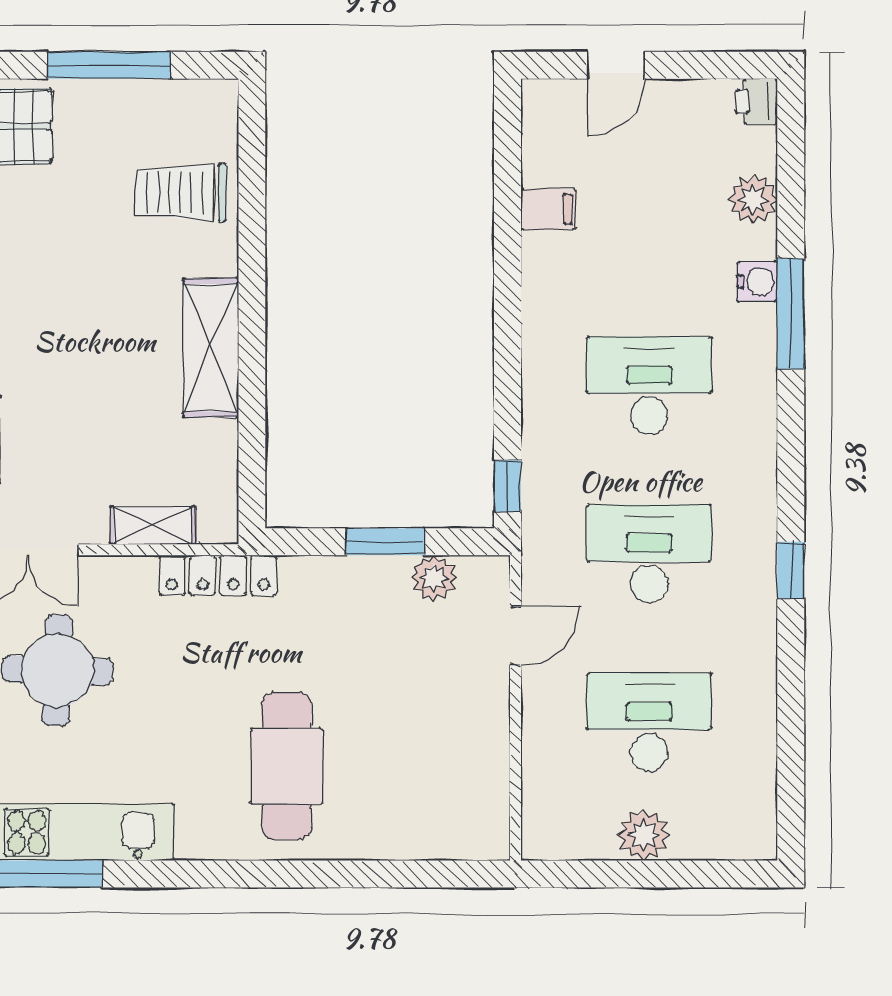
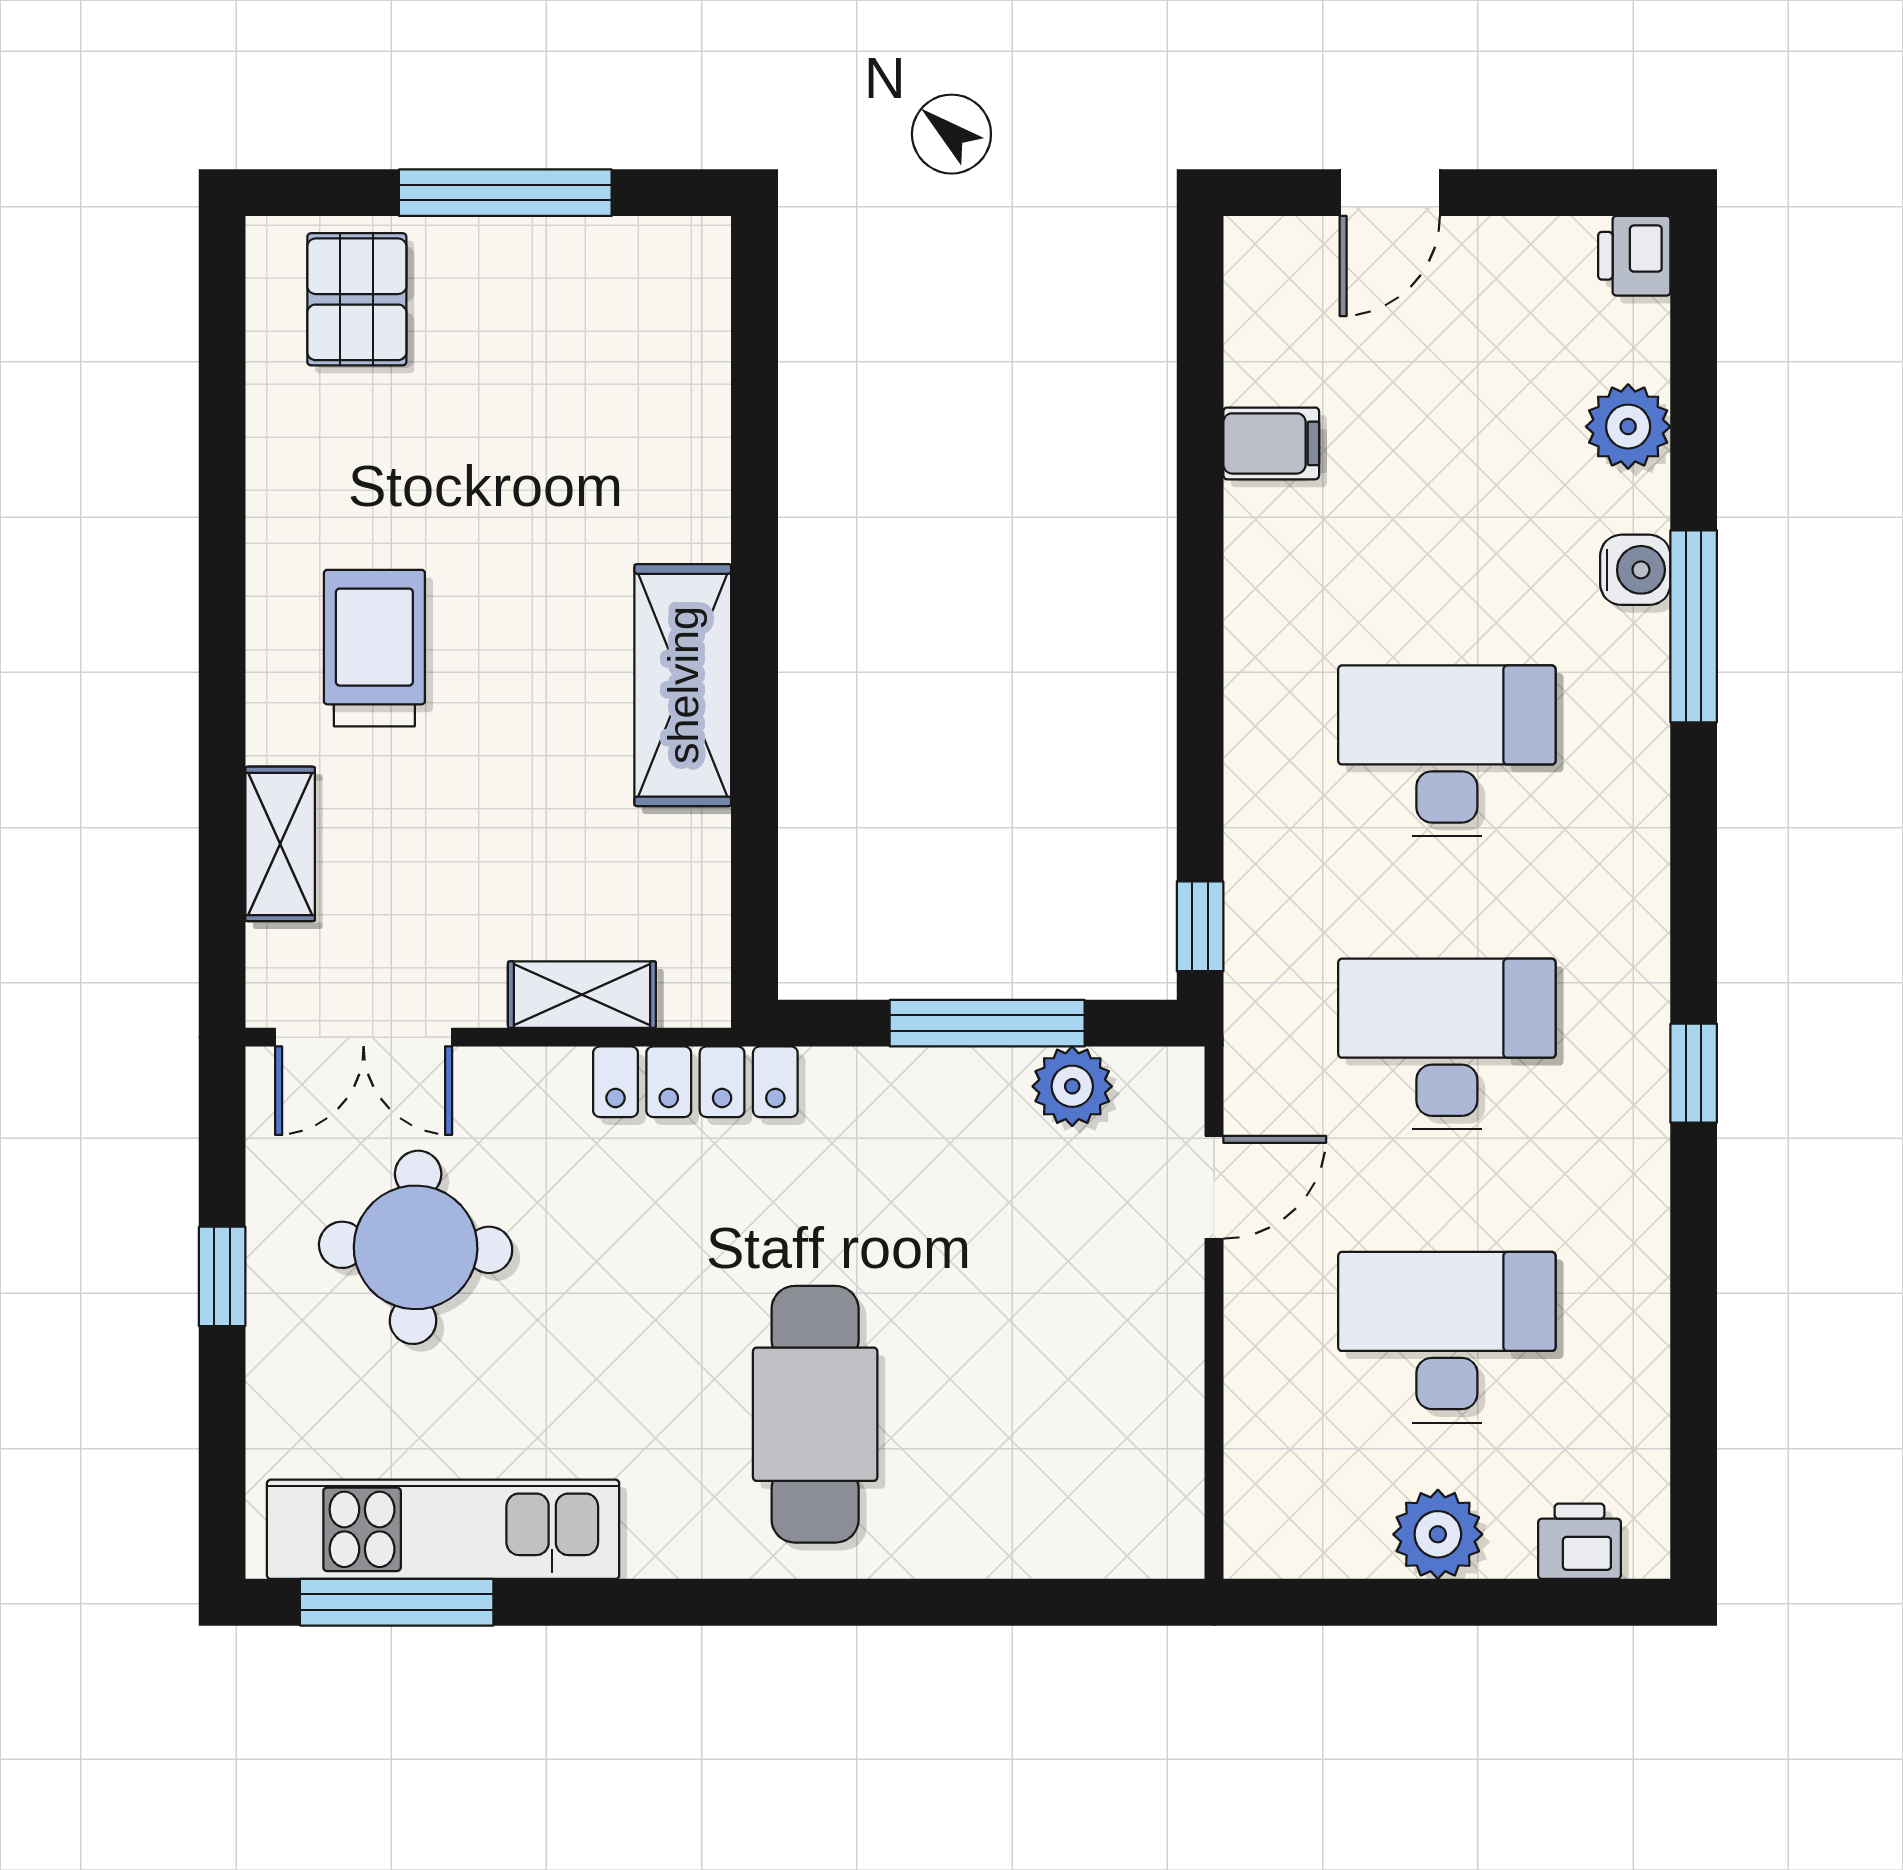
trolley: (181, 193) -> (374, 648), moved, turned 90
window: (385, 542) -> (987, 1023), width x1.44
printer: (725, 839) -> (1579, 1541), added

